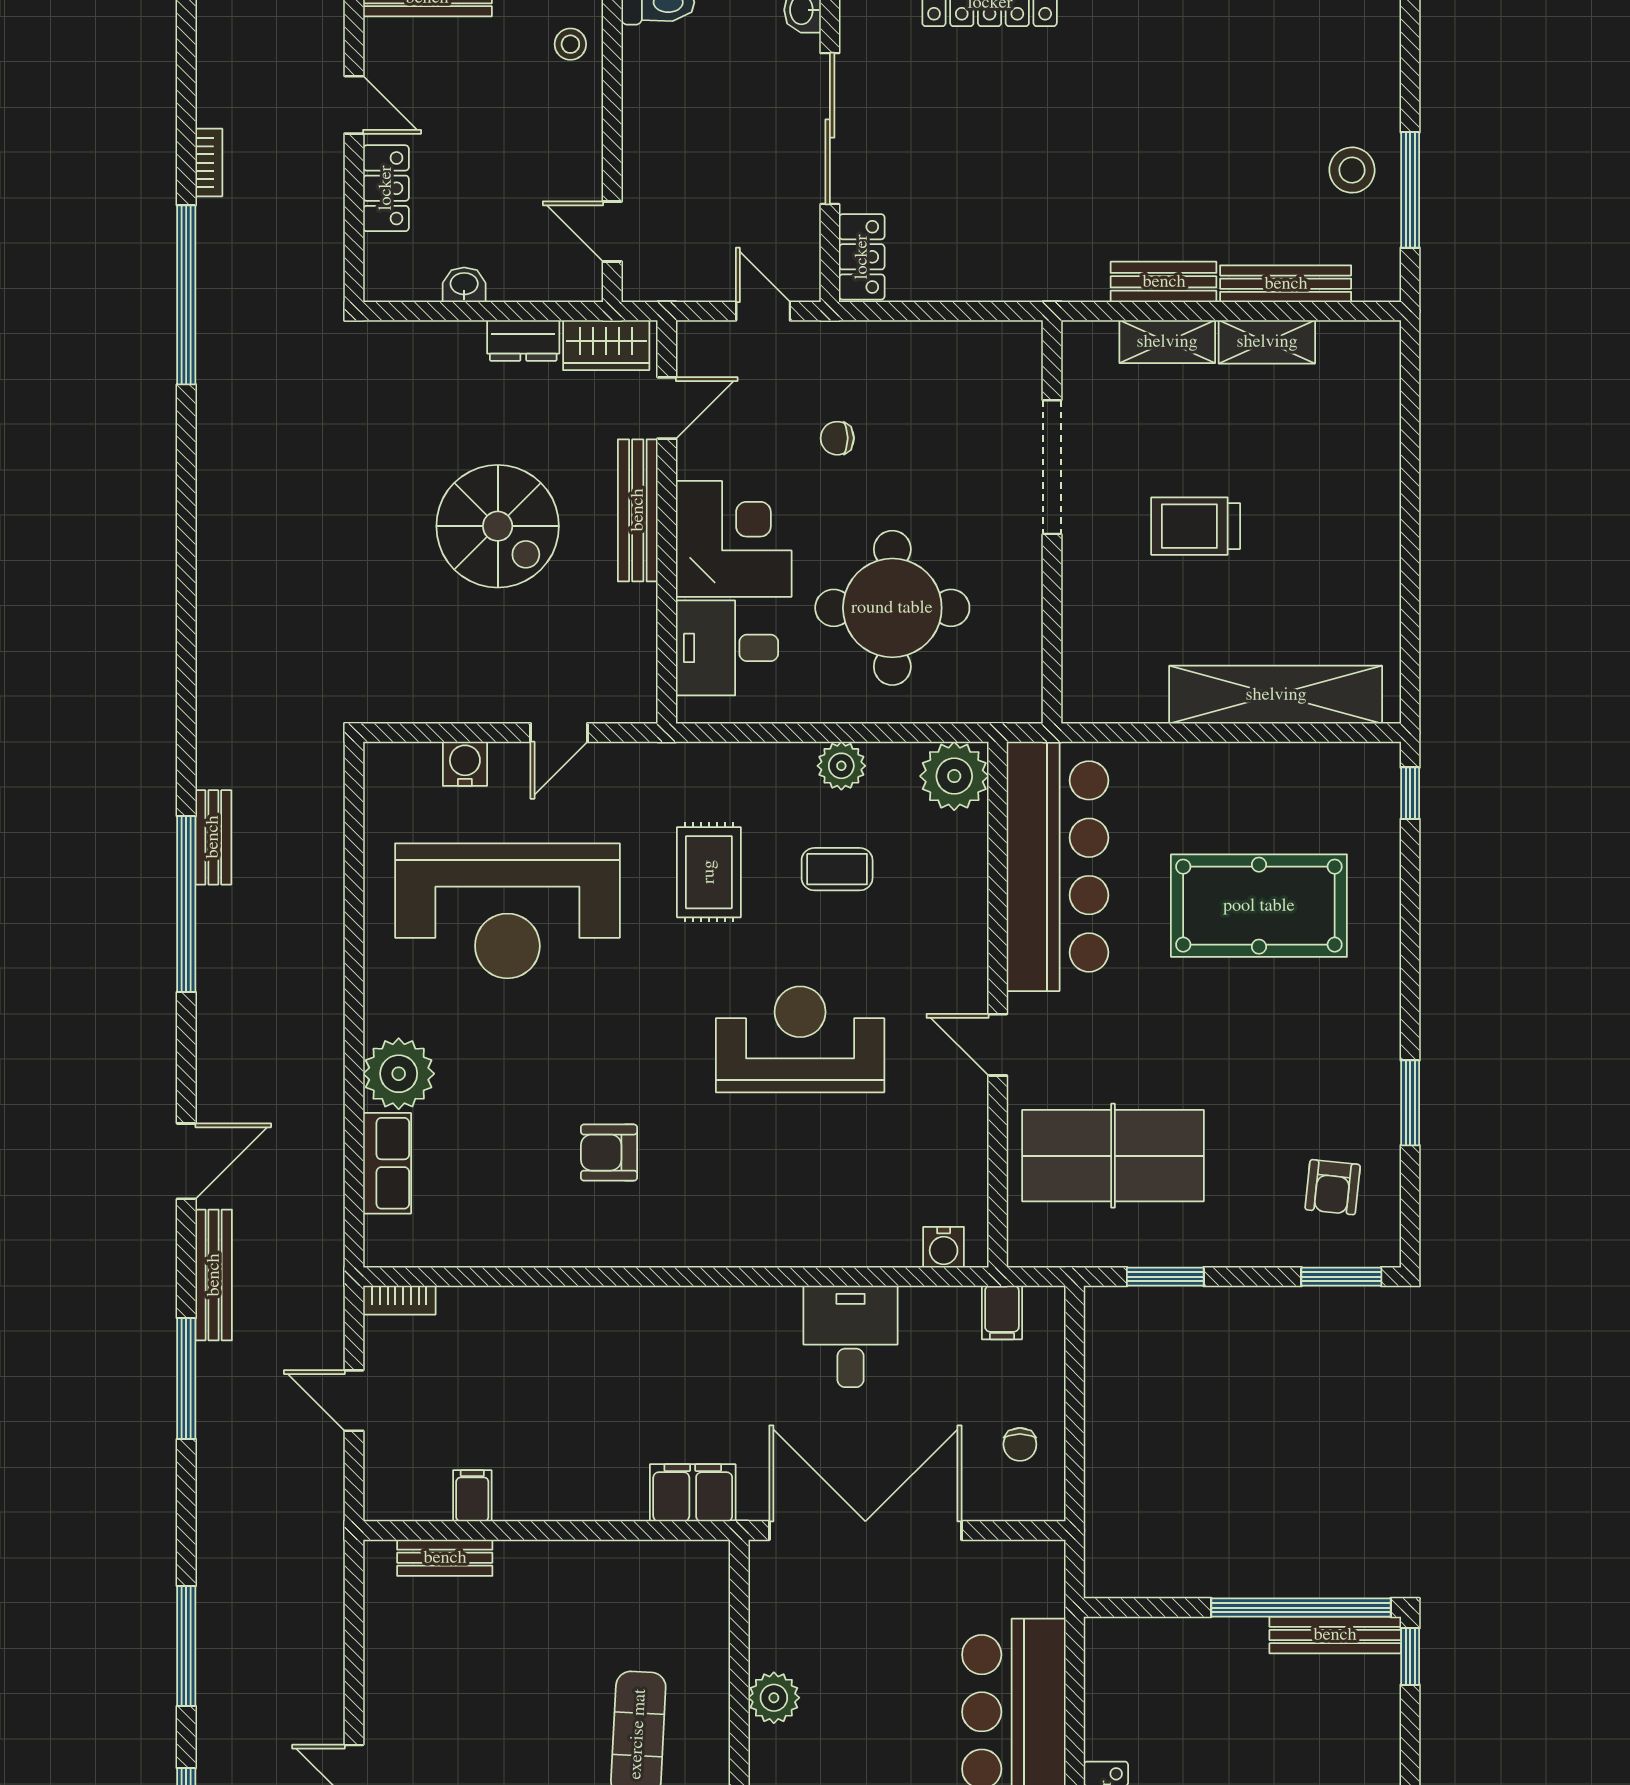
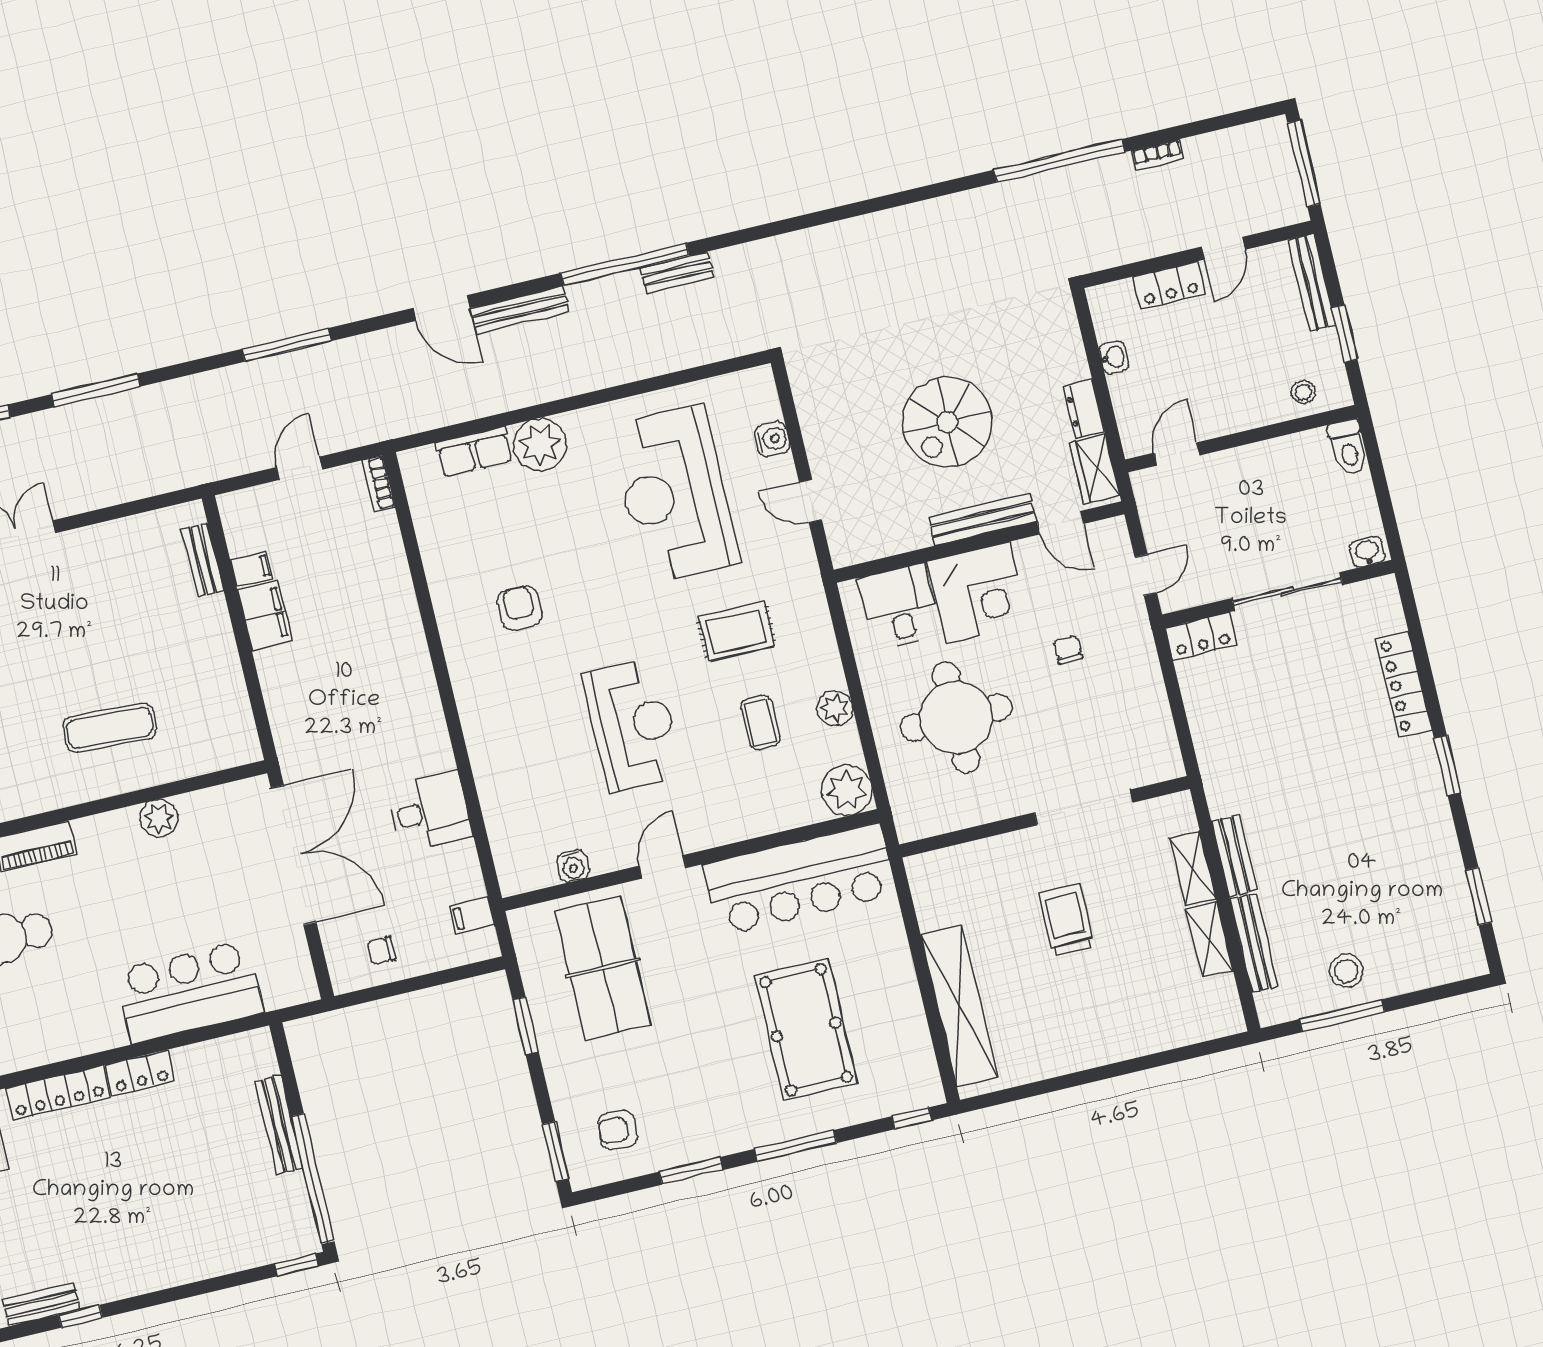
window: (1410, 956) -> (795, 1146), added
water cooler: (944, 1247) -> (573, 866), moved, turned -90
bench: (214, 1275) -> (520, 310), moved
filing cabinet: (693, 1493) -> (265, 615), moved
bench: (1335, 1635) -> (279, 1125), moved

